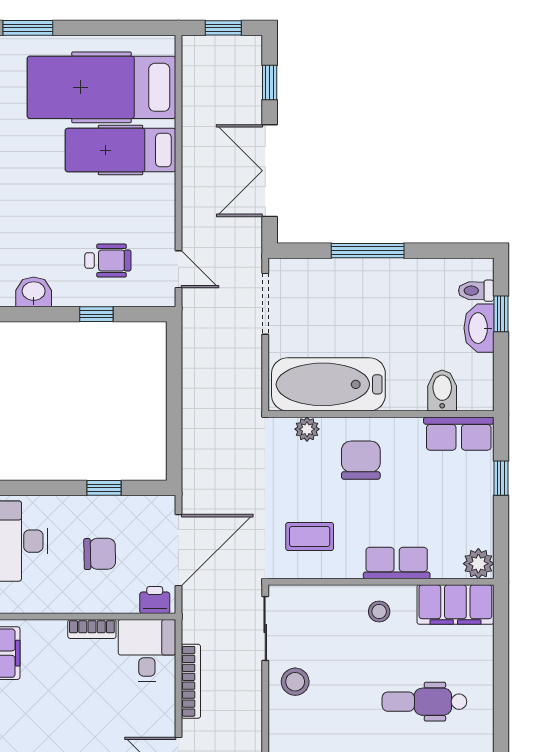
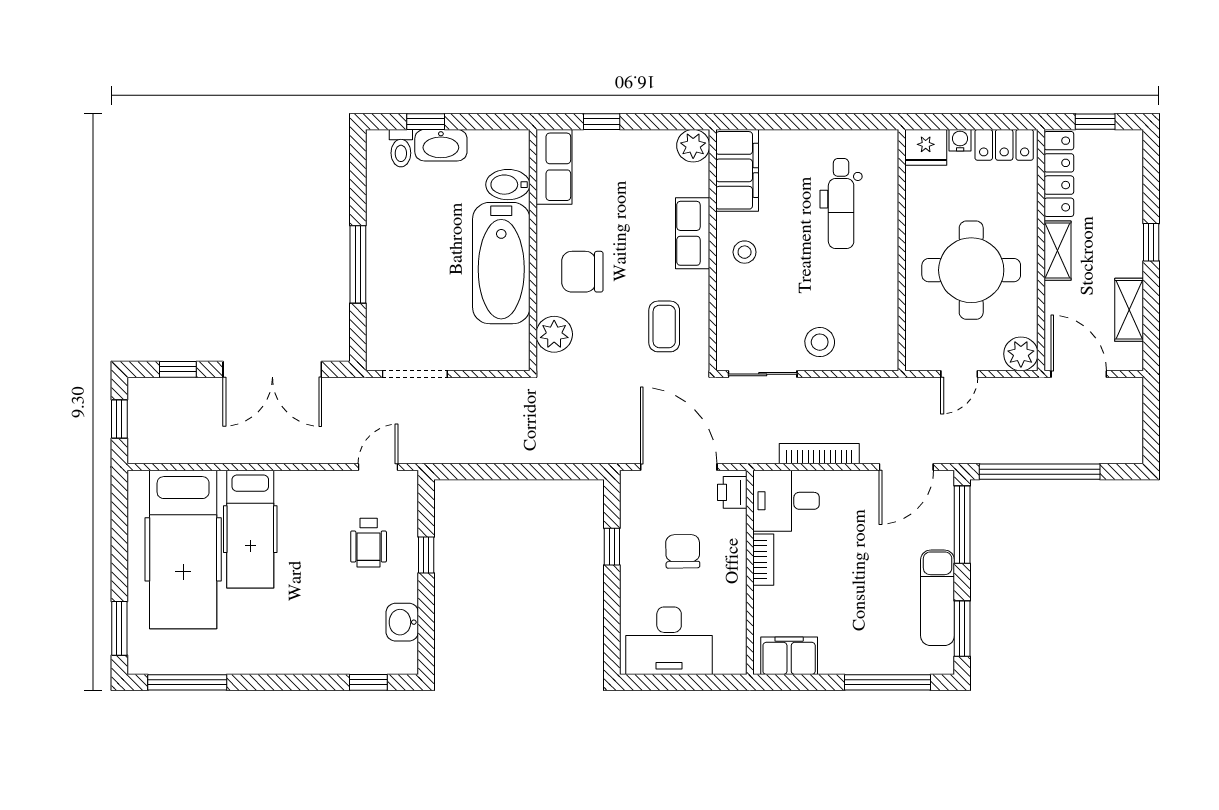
wheelchair: (108, 261) -> (369, 543), turned 180
bathtub: (328, 384) -> (501, 263), moved
plant: (307, 429) -> (554, 334), width x1.38, depth x1.38

